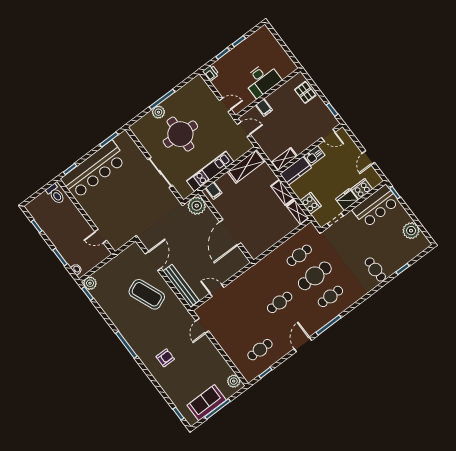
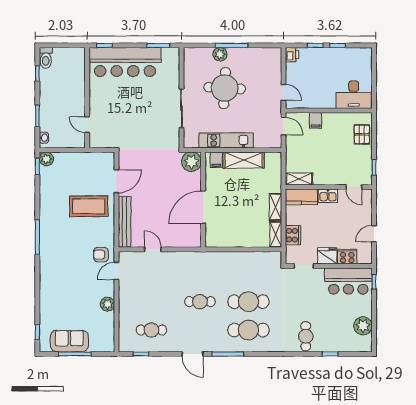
desk: (262, 80) -> (354, 95), moved
shelving: (246, 166) -> (244, 160), moved
toilet: (56, 194) -> (46, 58), moved
cafe table: (299, 255) -> (249, 273), removed
coffee table: (147, 294) -> (89, 206), turned -68
cafe table: (330, 296) -> (249, 330), width x1.37, depth x1.35
door: (303, 344) -> (193, 354), swing flipped
armchair: (165, 358) -> (101, 255), moved, turned 180
plant: (234, 381) -> (108, 304), moved

